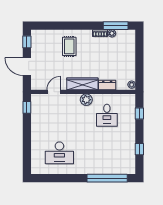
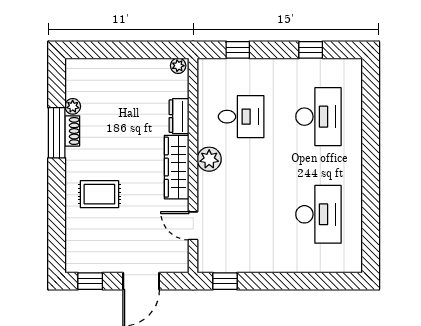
window: (116, 26) -> (57, 133), moved
desk: (107, 153) -> (318, 117), added
window: (107, 178) -> (371, 116), removed

